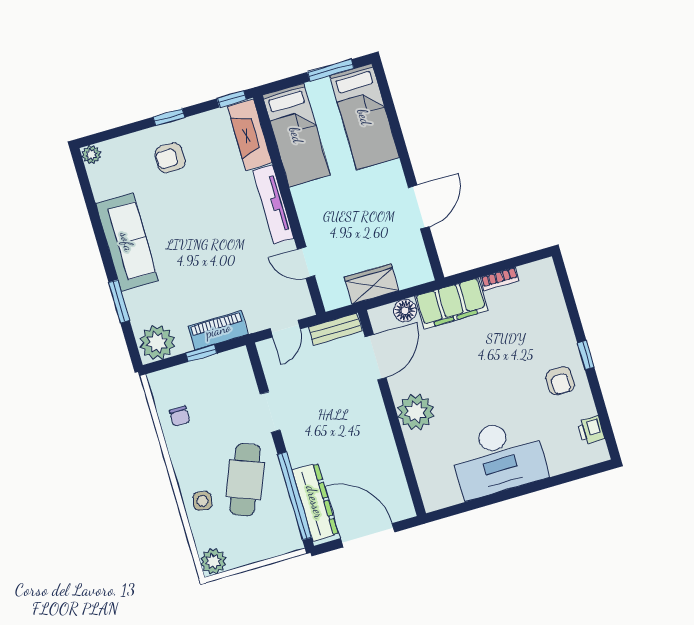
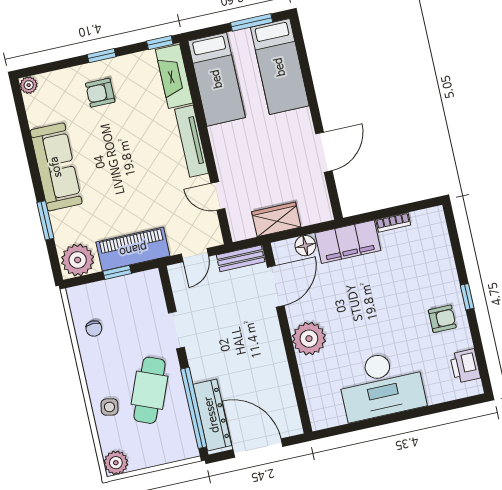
piano: (218, 330) -> (133, 249), width x1.37, depth x1.33
armchair: (560, 381) -> (442, 319), turned -90
printer: (591, 430) -> (465, 366), width x1.36, depth x1.24

